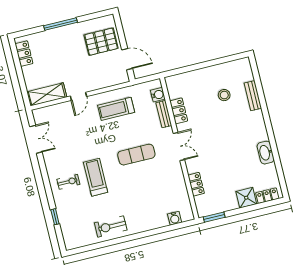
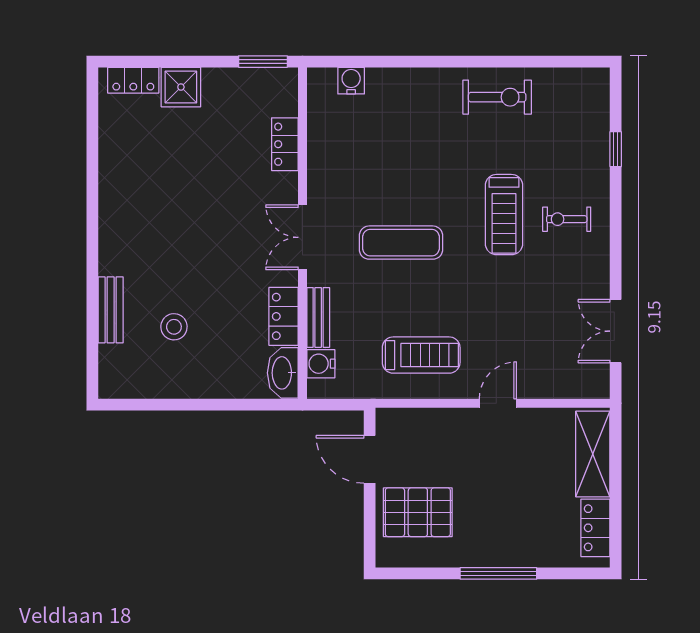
shelving: (47, 94) -> (593, 454), moved, turned 90
washbasin: (266, 153) -> (283, 373), moved, turned 180

